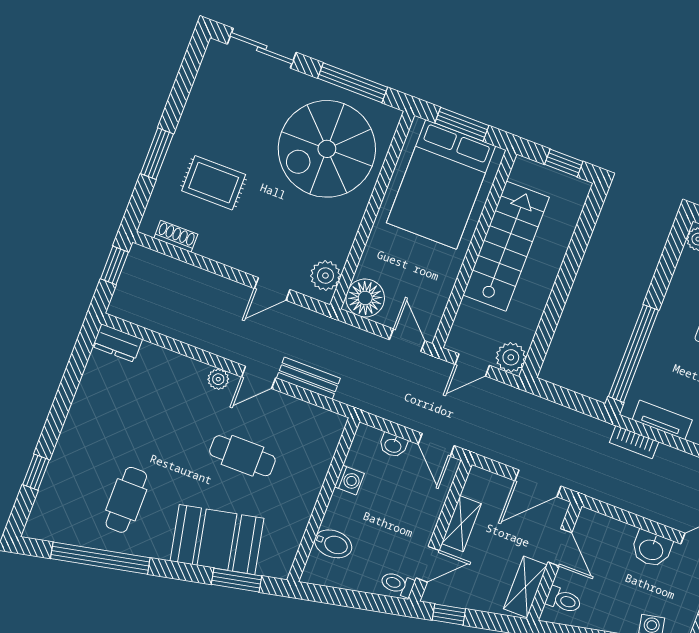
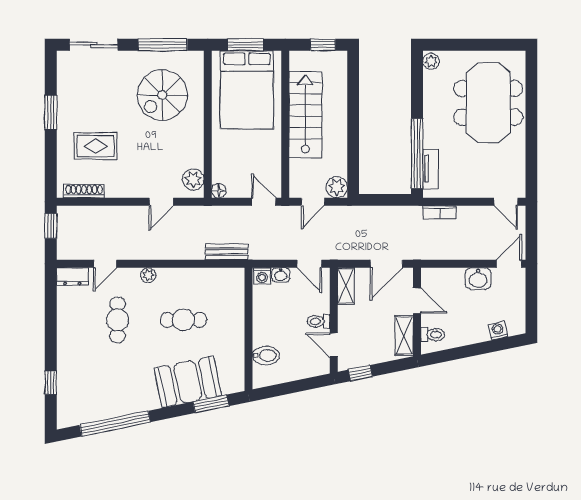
spiral stairs: (327, 149) -> (162, 95), width x0.73, depth x0.73
window: (157, 154) -> (51, 112), moved
shoe rack: (176, 236) -> (84, 191), width x1.43
floor lamp: (365, 298) -> (219, 191), width x0.53, depth x0.53
door: (259, 377) -> (105, 264), moved
bench: (308, 378) -> (227, 252), moved
tv unit: (662, 420) -> (430, 169), moved, turned 90
washing machine: (349, 480) -> (262, 276), moved, turned 90
cafe table: (126, 500) -> (118, 320), moved
shelving: (461, 524) -> (346, 286), moved
door: (428, 564) -> (334, 345), swing flipped
toilet: (397, 584) -> (319, 321), moved

